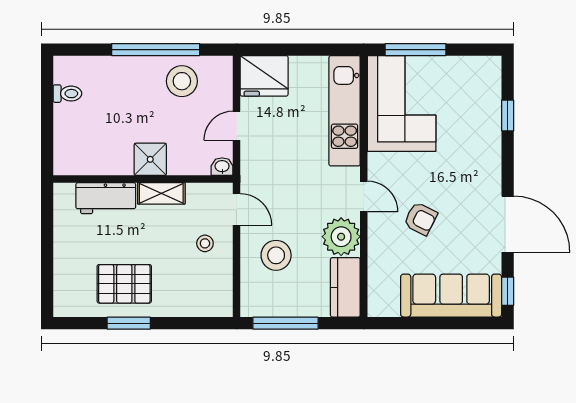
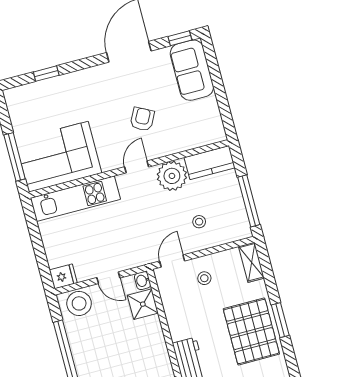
fridge: (264, 76) -> (63, 276), width x0.53, depth x0.75
stool: (182, 81) -> (79, 303), moved
shower: (150, 159) -> (143, 304), moved
shelving: (161, 193) -> (251, 262), moved
stool: (276, 255) -> (199, 222), width x0.53, depth x0.53
pallet: (124, 284) -> (251, 331), width x1.37, depth x1.41
sofa: (451, 296) -> (192, 70), width x0.73

